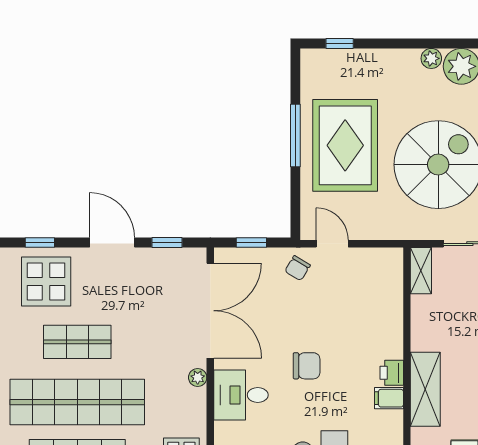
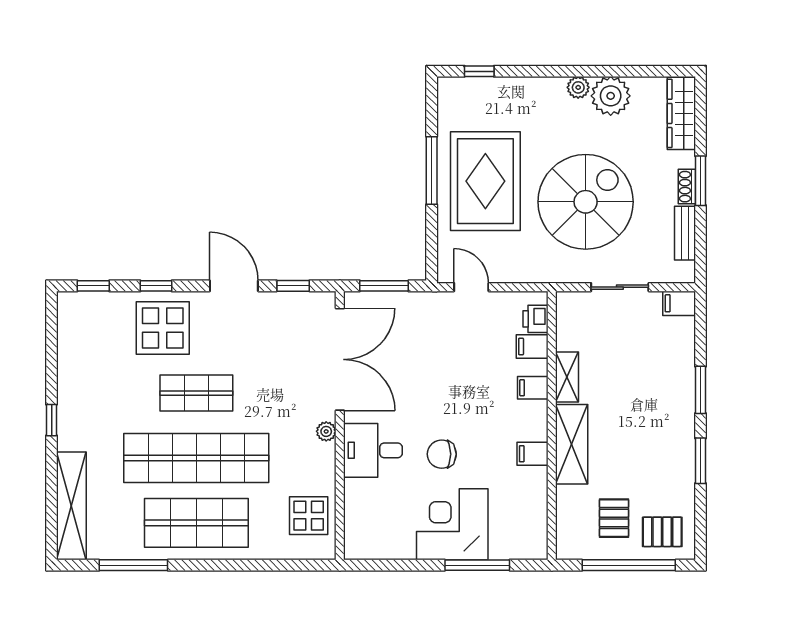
window: (251, 242) -> (384, 286), width x1.50
chair: (298, 268) -> (434, 314), removed
shelving: (421, 271) -> (567, 377), moved
filing cabinet: (389, 299) -> (532, 347), added
filing cabinet: (389, 337) -> (533, 388), added
chair: (307, 366) -> (442, 454), moved, turned 180
printer: (392, 373) -> (536, 319), moved

